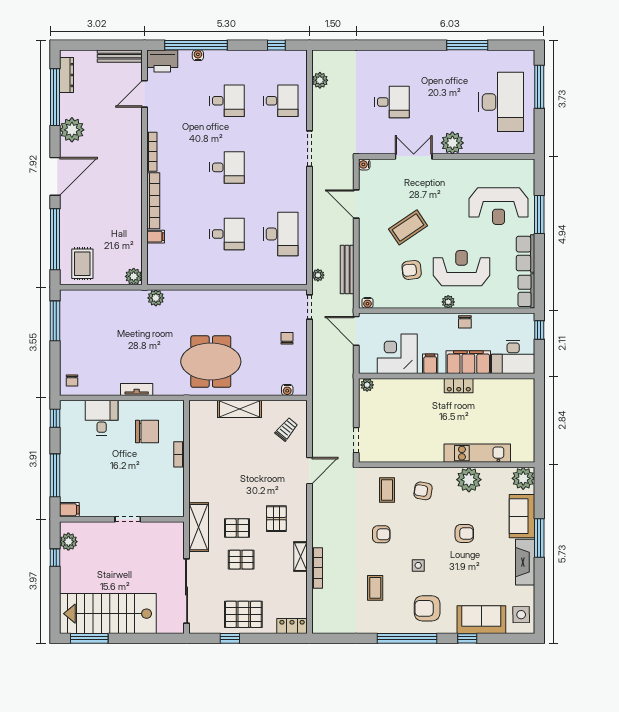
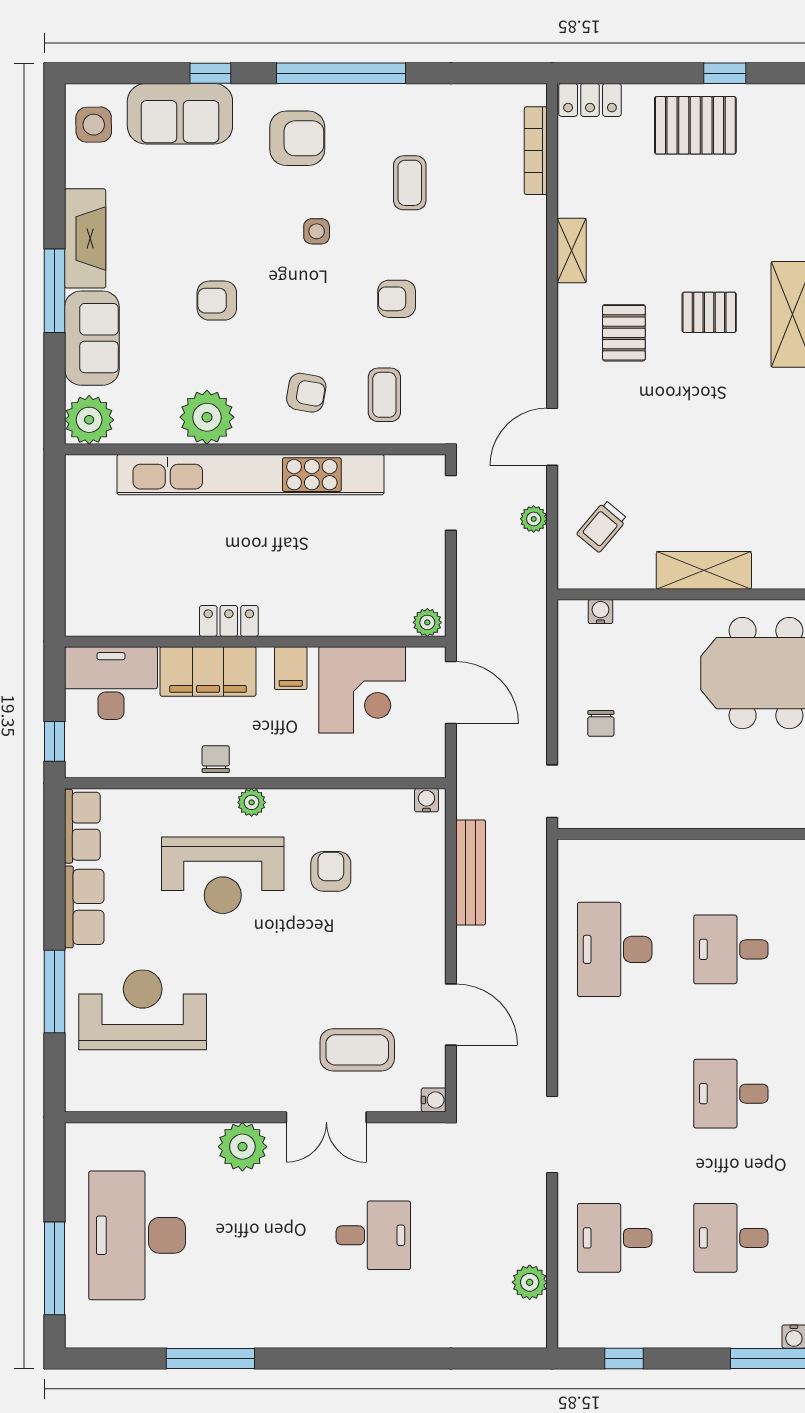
desk: (392, 102) -> (373, 1235), turned 180
coffee table: (408, 227) -> (357, 1050), moved, turned 34
armchair: (412, 270) -> (331, 871), turned -84
plant: (318, 275) -> (534, 519), moved
door: (356, 331) -> (451, 692), moved
kitchen unit: (477, 453) -> (250, 475), width x1.86
pallet: (241, 560) -> (700, 244), removed
bookcase: (317, 568) -> (536, 151), moved

